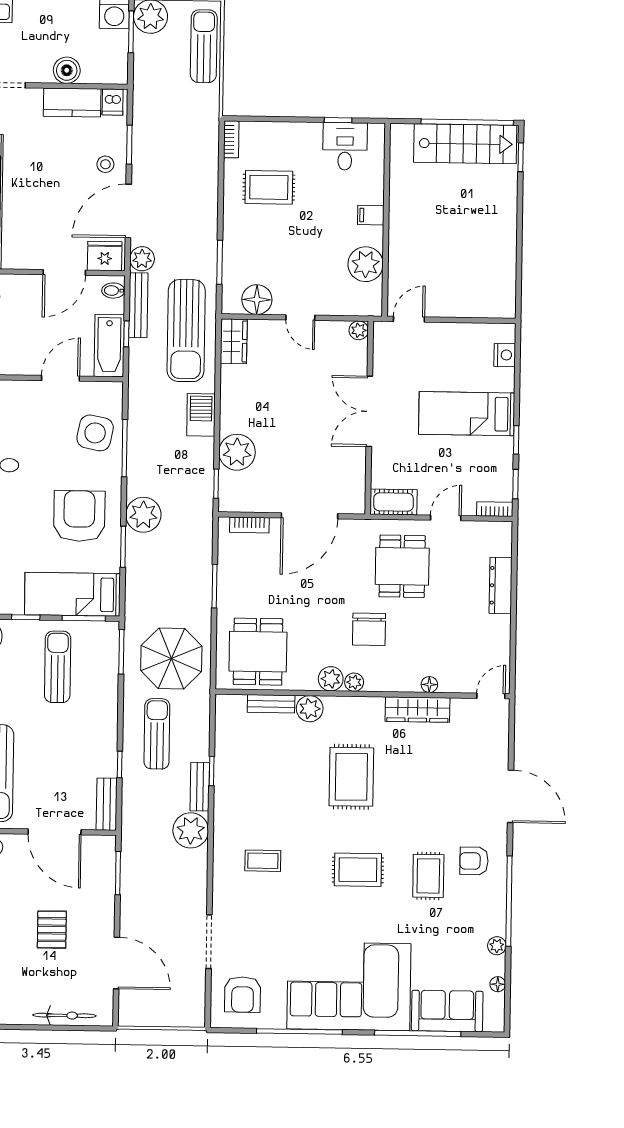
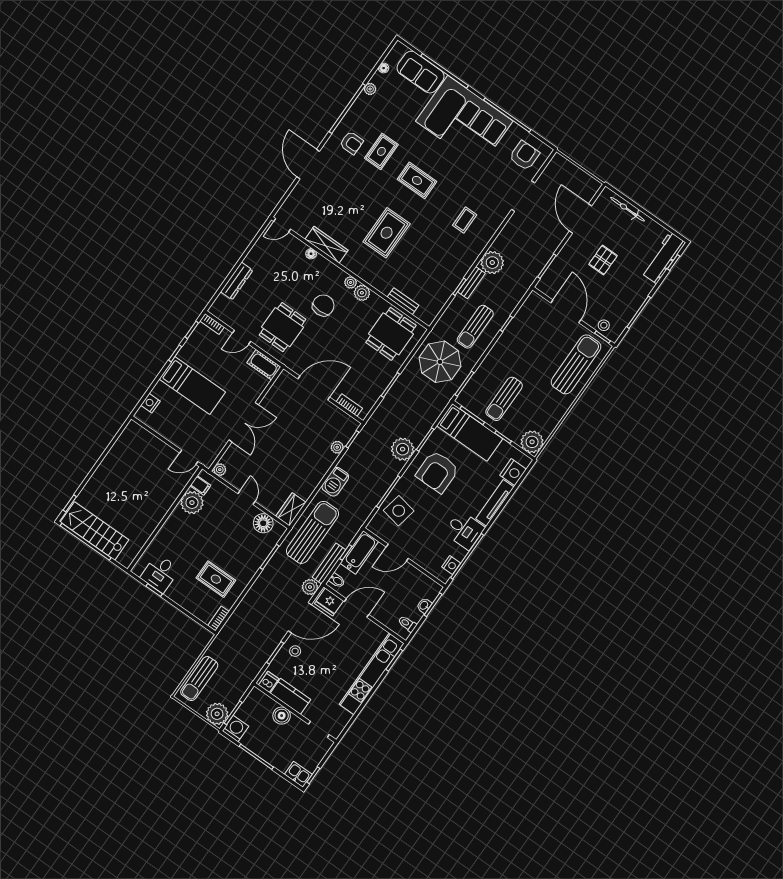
filing cabinet: (371, 215) -> (200, 485), moved
plant: (237, 452) -> (337, 447), width x0.53, depth x0.53
plant: (310, 709) -> (384, 284), removed
bench: (107, 804) -> (528, 307), removed
coffee table: (263, 861) -> (465, 220), turned 90

